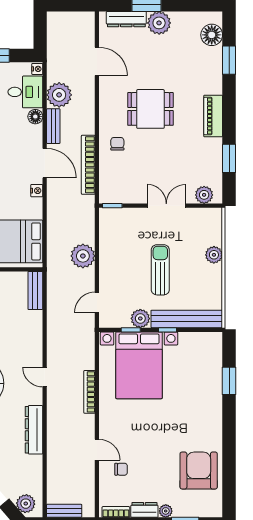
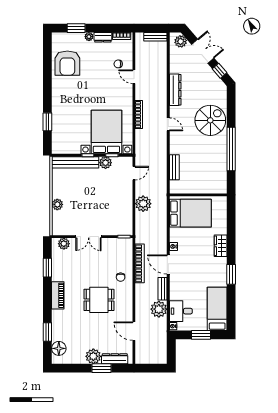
floor lamp: (35, 117) -> (174, 295), removed
sun lounger: (160, 270) -> (92, 195), removed
bench: (35, 290) -> (174, 167), moved

